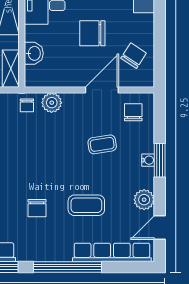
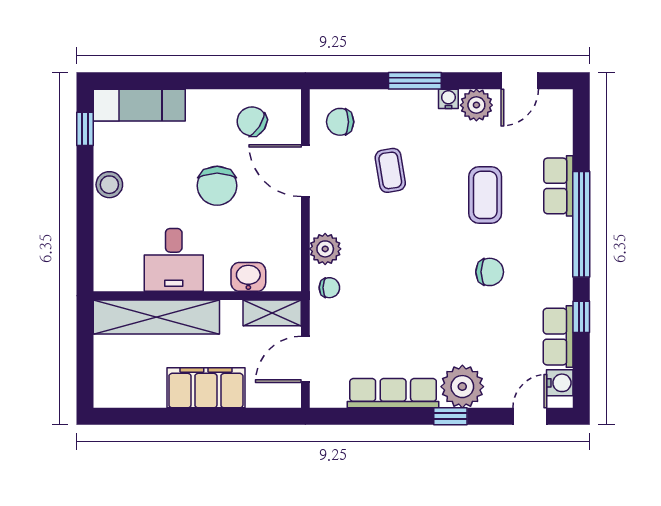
water cooler: (148, 160) -> (448, 99), moved
door: (160, 227) -> (520, 81), hinge flipped
row of seats: (112, 252) -> (558, 186), width x0.50

